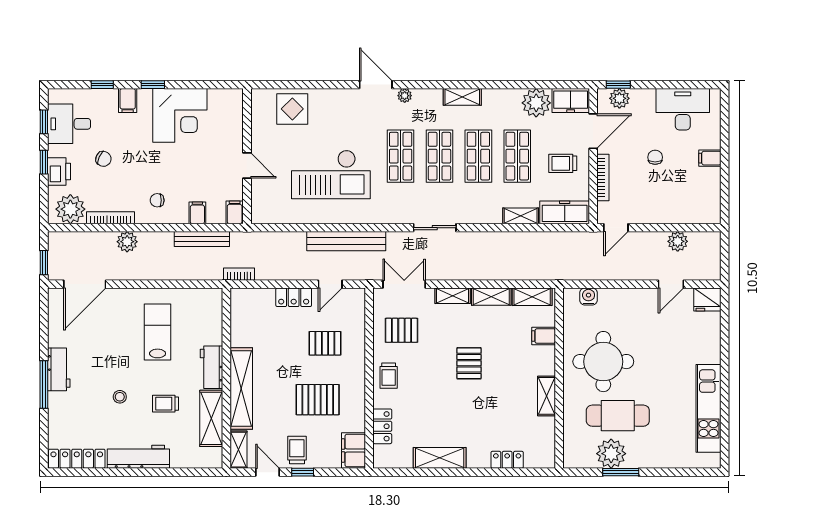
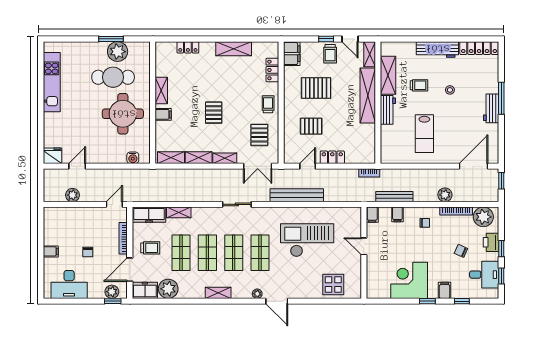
pallet: (401, 330) -> (259, 135), turned 90
filing cabinet: (544, 336) -> (163, 114), moved

